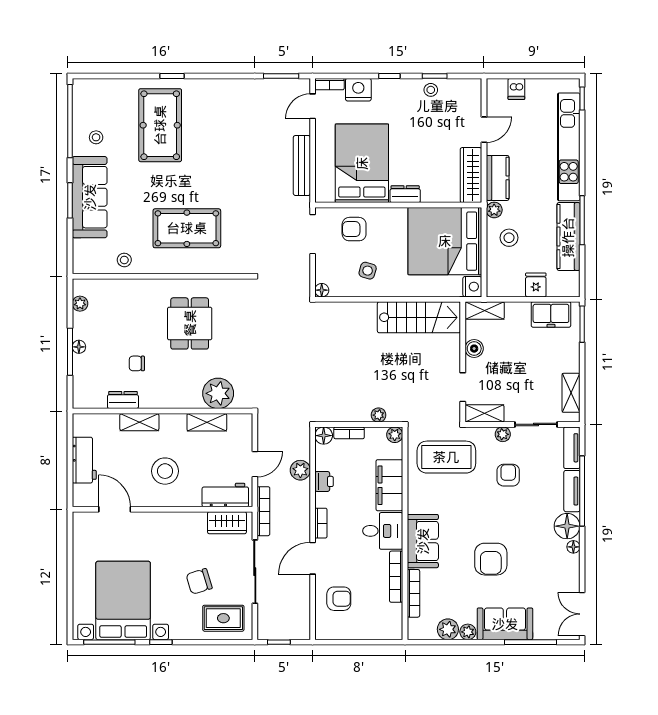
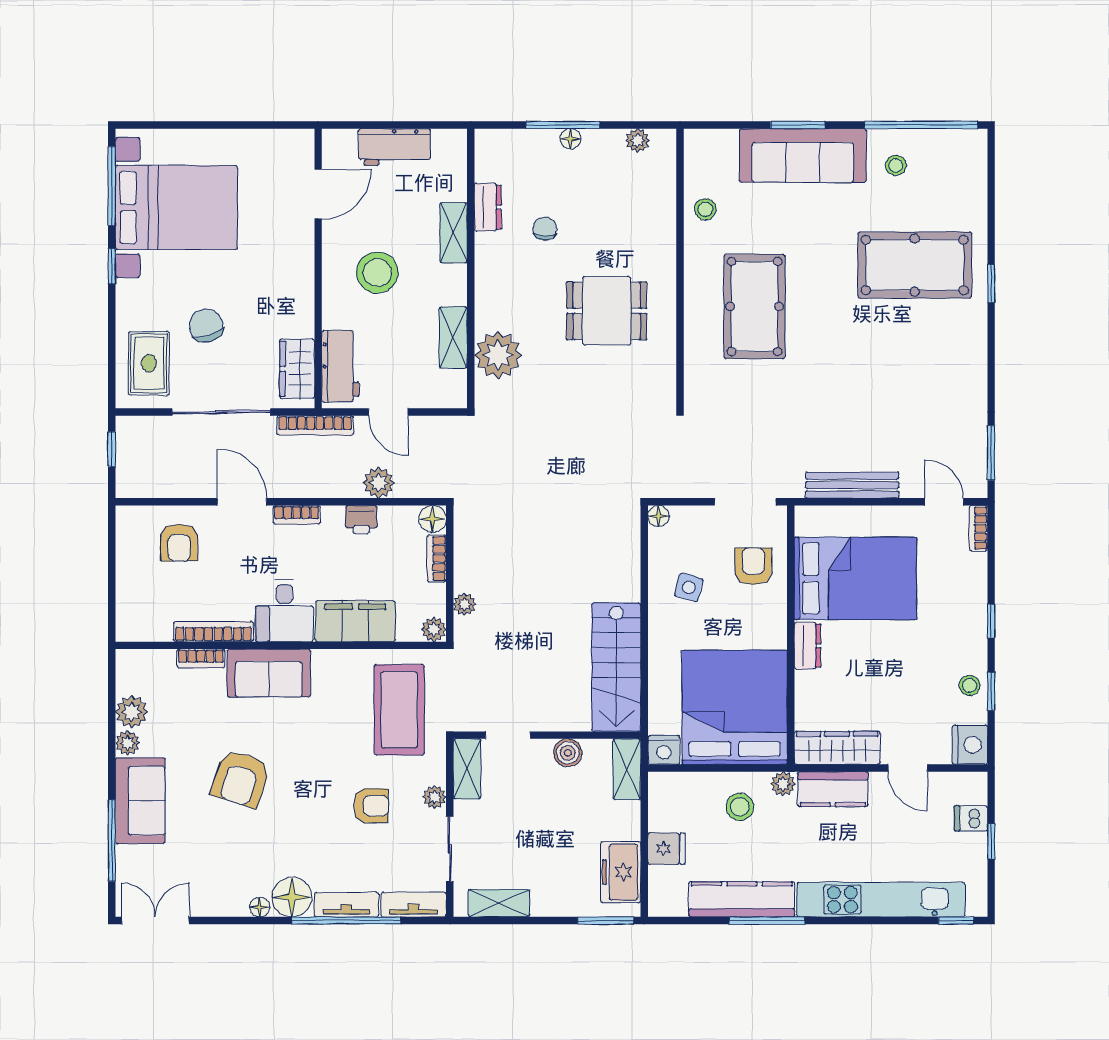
window: (531, 76) -> (991, 841), added
nightstand: (358, 90) -> (970, 745), moved
armchair: (491, 559) -> (241, 779), turned -72
bookcase: (413, 593) -> (201, 658), width x0.64

